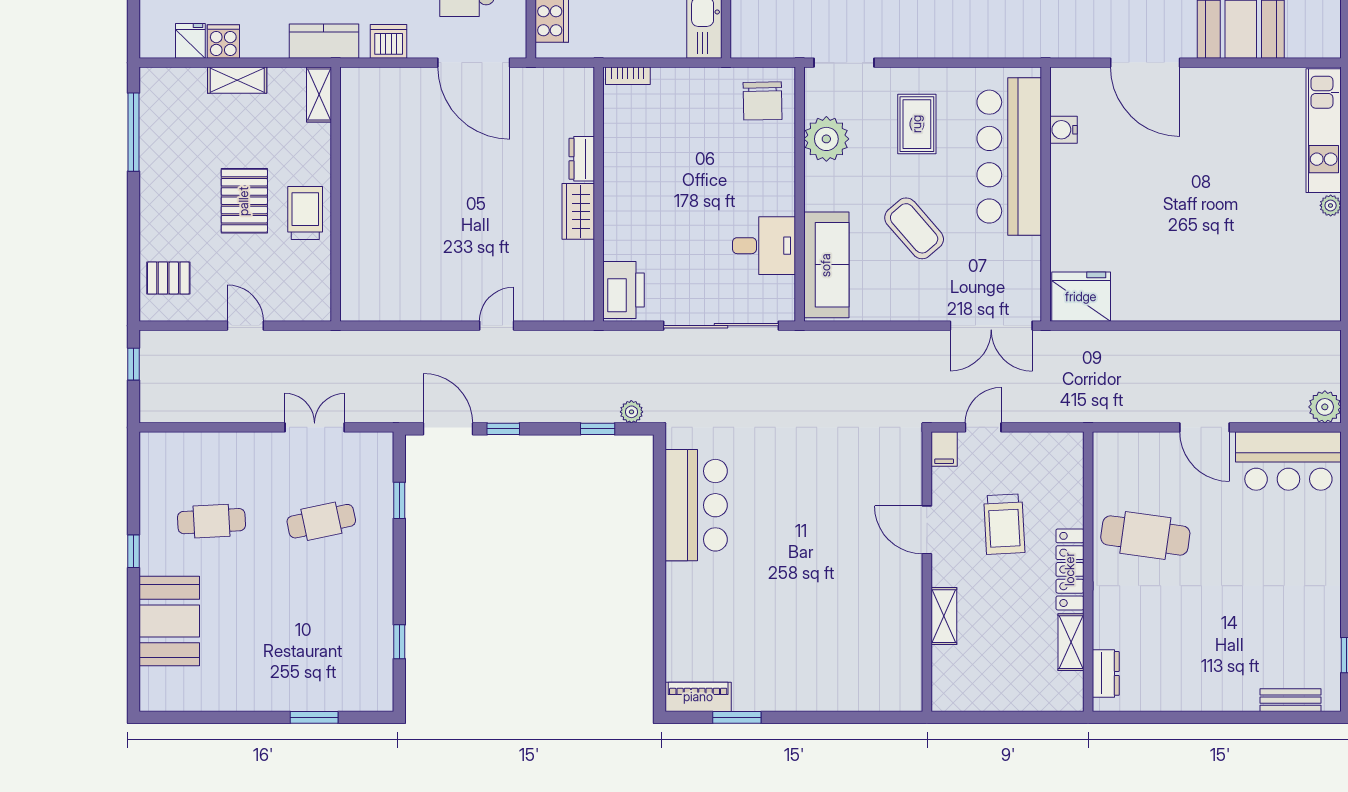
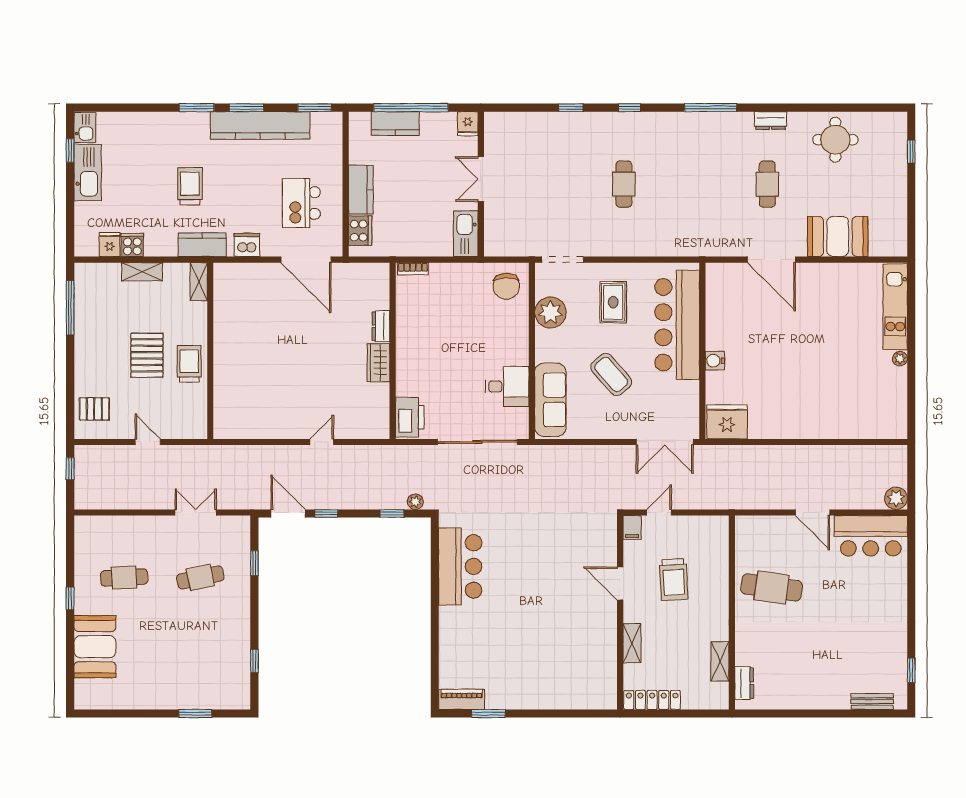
water cooler: (1064, 130) -> (715, 361), moved
locker: (1070, 569) -> (652, 700), moved, turned 90

